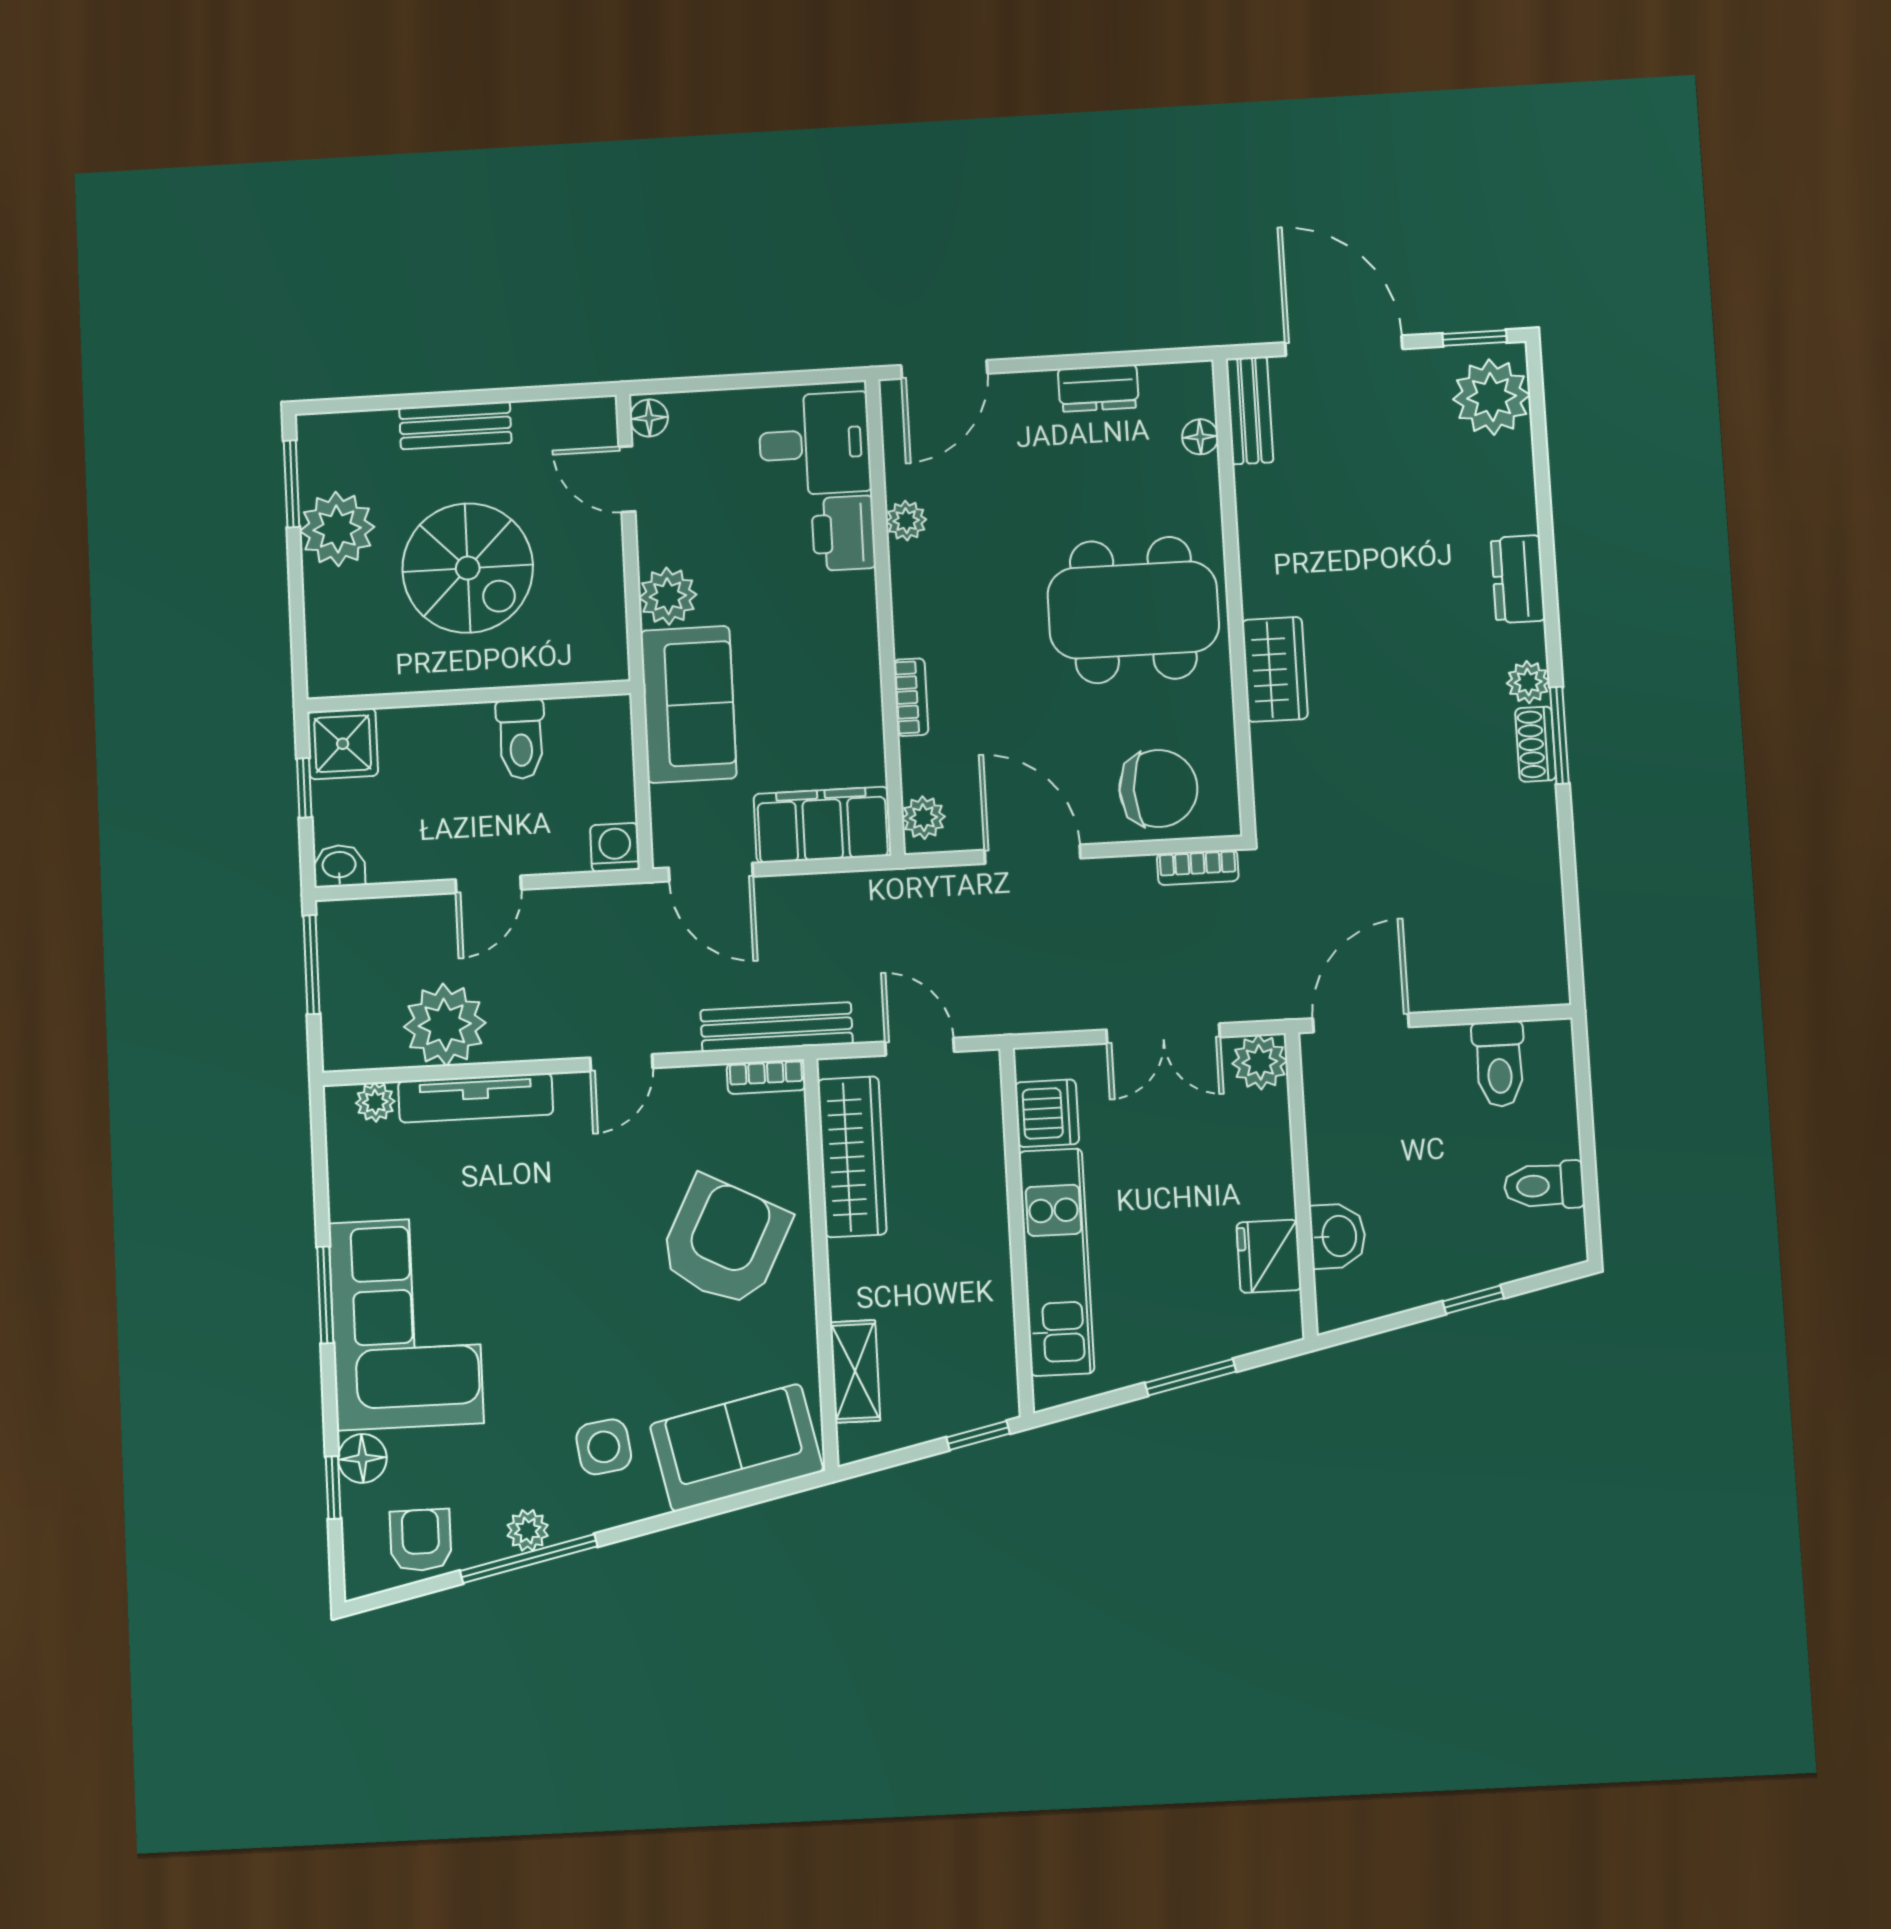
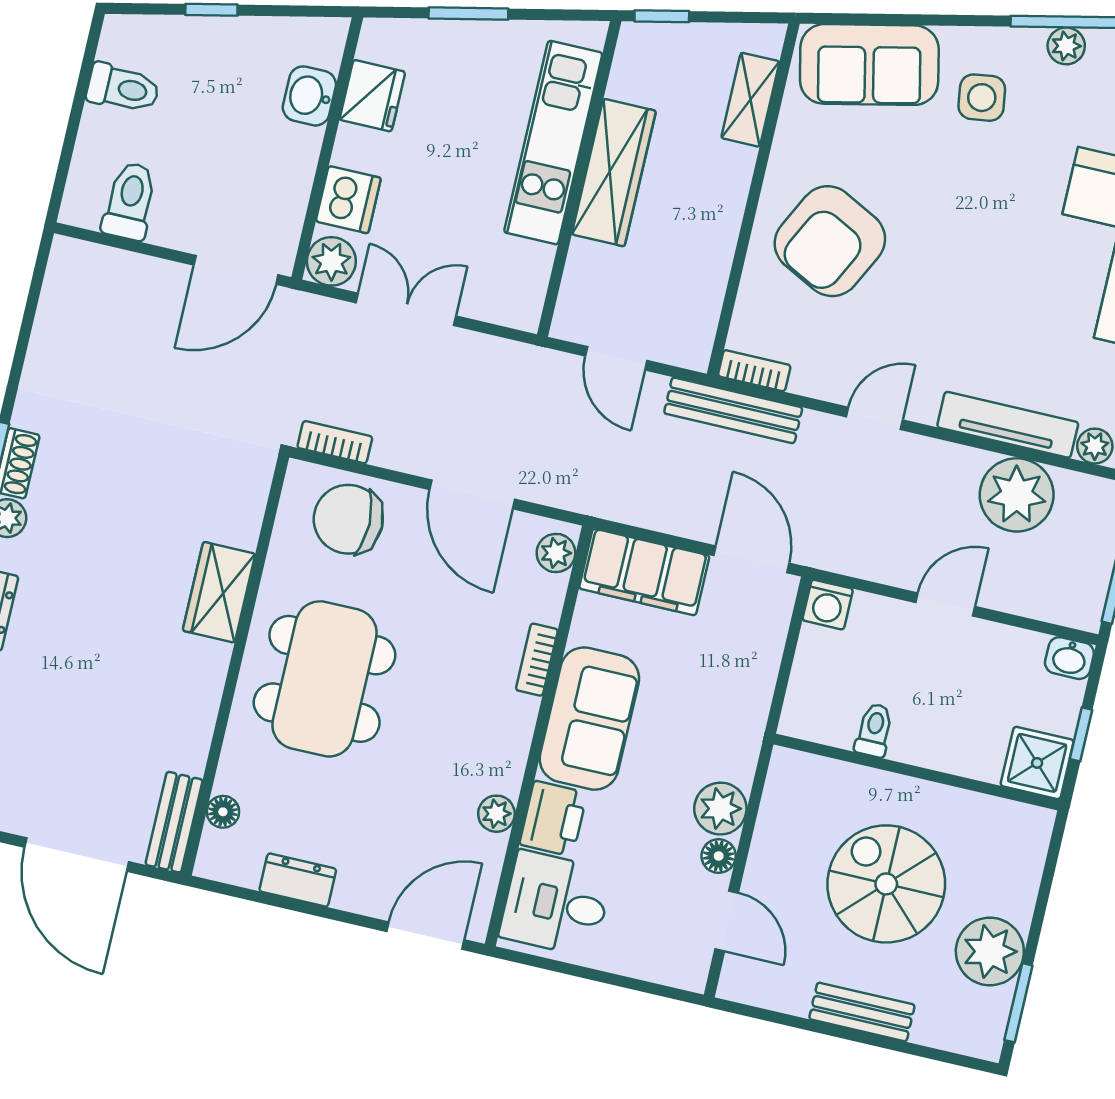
floor lamp: (649, 418) -> (719, 856), moved
dining table: (1133, 610) -> (324, 679), turned 90
sofa: (689, 704) -> (589, 719), moved, turned 180
toilet: (521, 739) -> (874, 730), width x0.73, depth x0.72
dishwasher: (1047, 1113) -> (348, 200), moved, turned 180
wardrobe: (852, 1157) -> (614, 173), moved, turned 180

